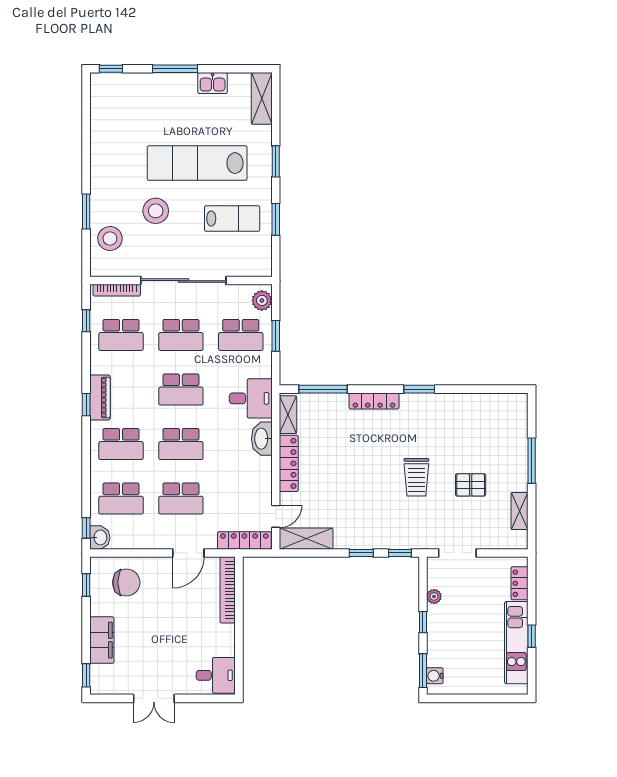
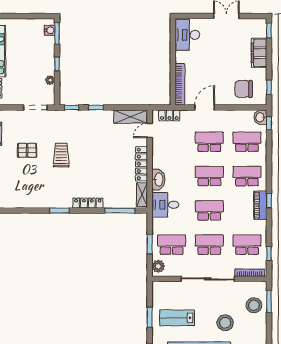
window: (86, 211) -> (269, 302), moved
locker: (244, 540) -> (169, 115), width x0.66
desk: (216, 675) -> (187, 35), width x1.37

